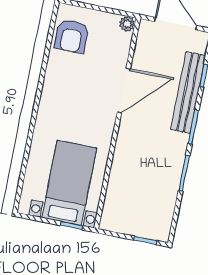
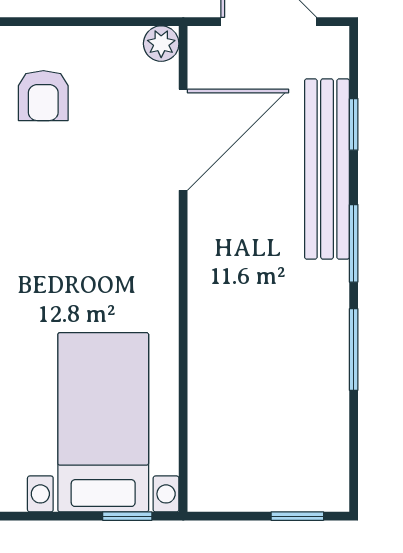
armchair: (72, 36) -> (43, 96), width x0.72, depth x0.72
door: (124, 91) -> (183, 140), moved

